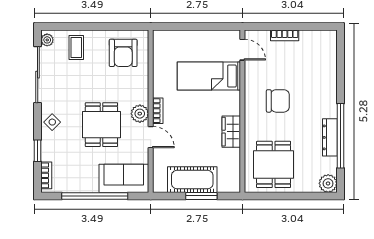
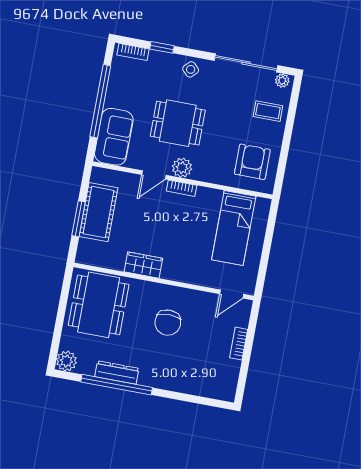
armchair: (123, 53) -> (252, 162), turned 90
bed: (209, 76) -> (234, 228), moved, turned 180
dining table: (274, 164) -> (99, 305), width x1.37

